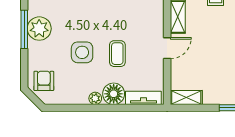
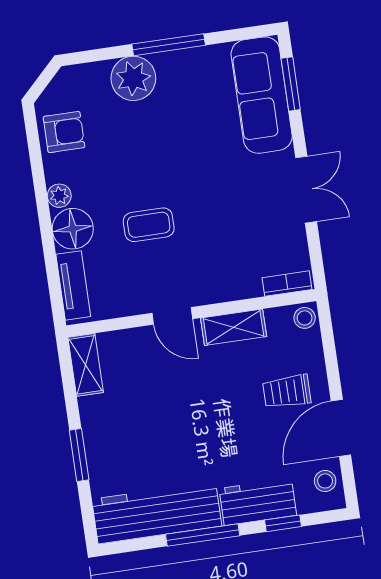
plant: (39, 29) -> (133, 78), moved
side table: (82, 52) -> (141, 159), removed
armchair: (44, 81) -> (64, 132), moved

